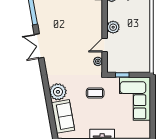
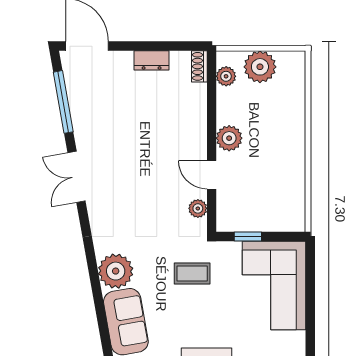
door: (105, 45) -> (212, 175), hinge flipped

